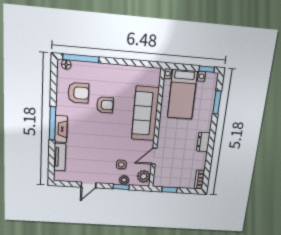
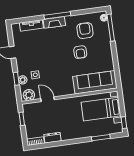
armchair: (78, 93) -> (85, 31), turned 180
sofa: (145, 114) -> (95, 82), moved
dresser: (203, 142) -> (53, 138), moved

